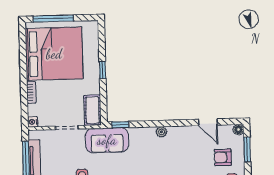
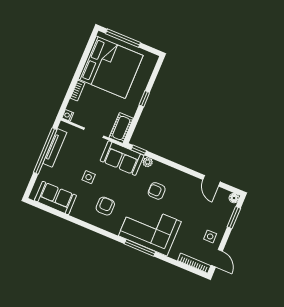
plant: (161, 132) -> (148, 162), moved
armchair: (223, 157) -> (157, 191), moved

